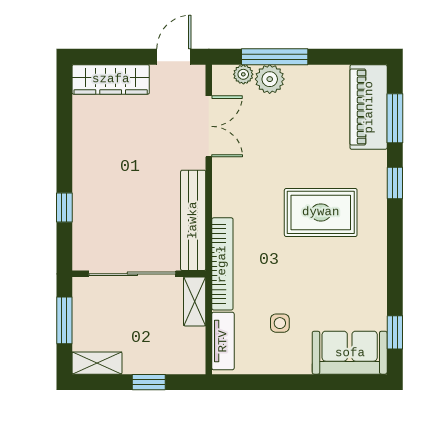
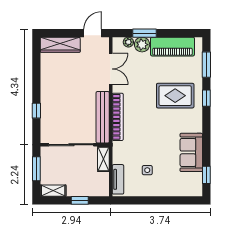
window: (275, 57) -> (145, 33), width x0.69
piano: (369, 107) -> (172, 47), moved, turned -90
rug: (321, 212) -> (175, 96), moved
bookcase: (222, 264) -> (118, 117), moved
sofa: (350, 353) -> (191, 152), moved, turned -90

